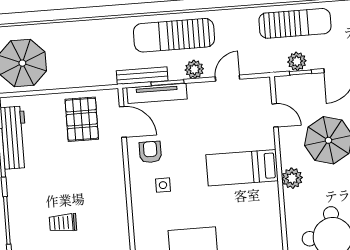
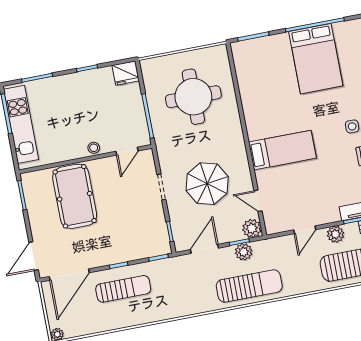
sun lounger: (295, 23) -> (249, 286), turned 180
plant: (292, 178) -> (252, 228), moved

